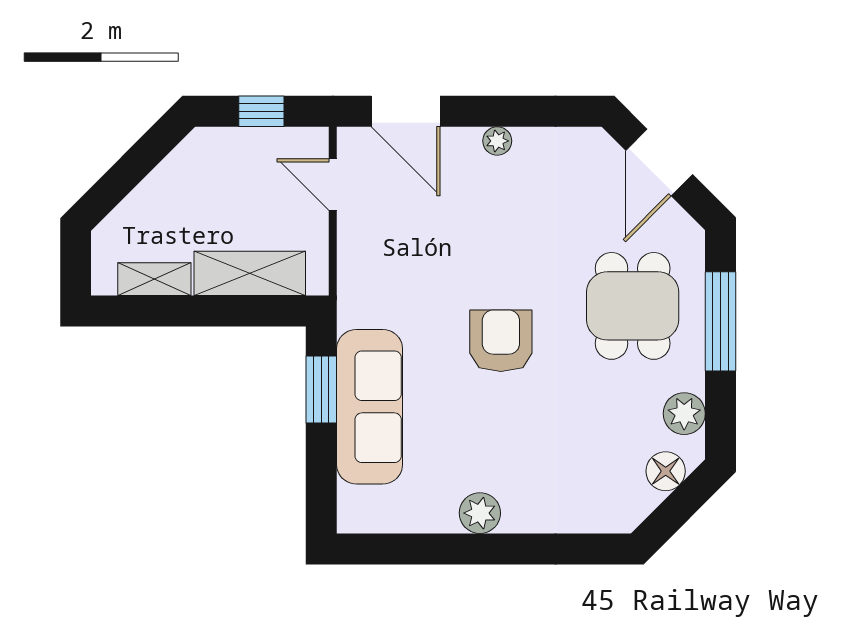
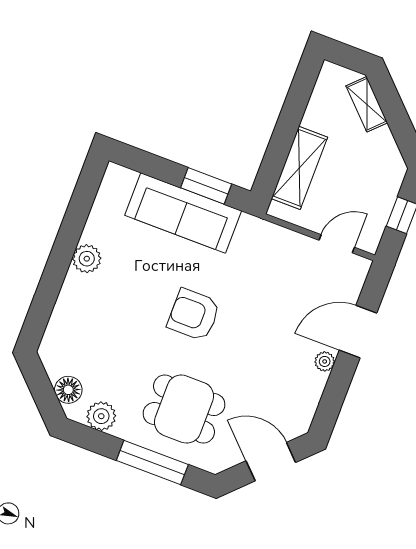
door: (406, 111) -> (358, 332), moved
shelving: (154, 279) -> (367, 104), moved, turned -45
armchair: (501, 341) -> (194, 315), turned 180

